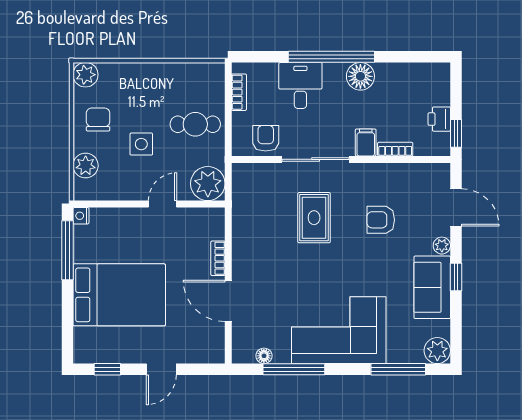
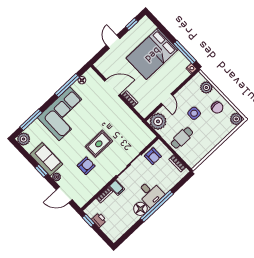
desk: (300, 85) -> (150, 193), moved
rug: (314, 218) -> (99, 144), moved, turned 90

